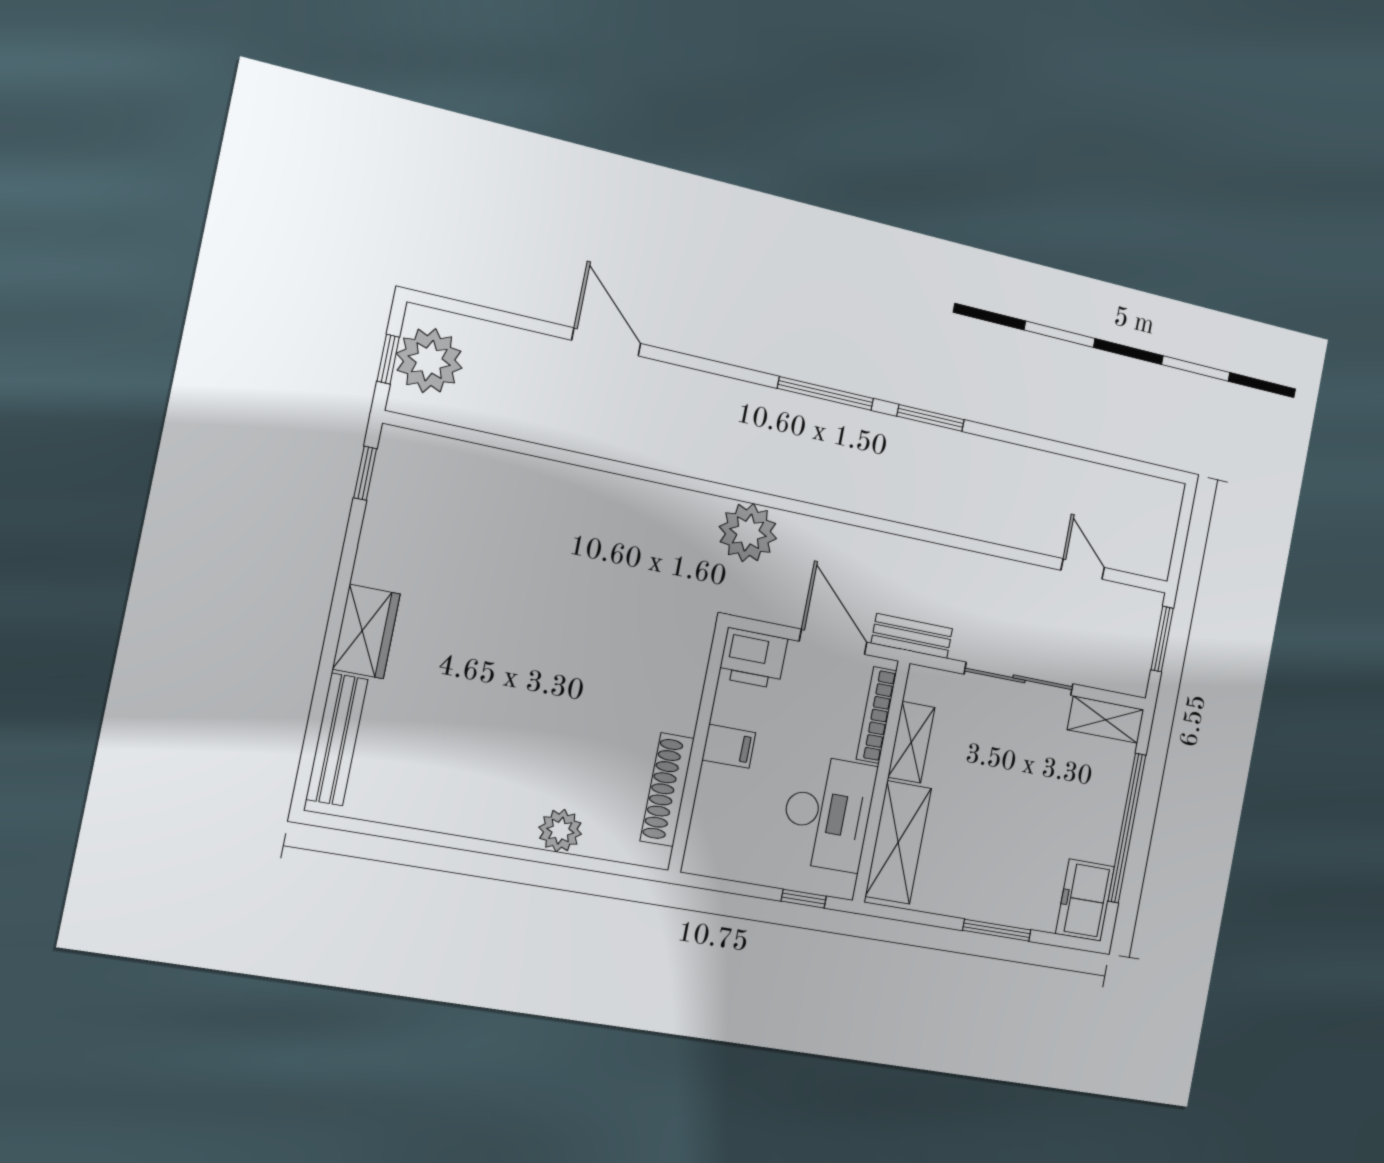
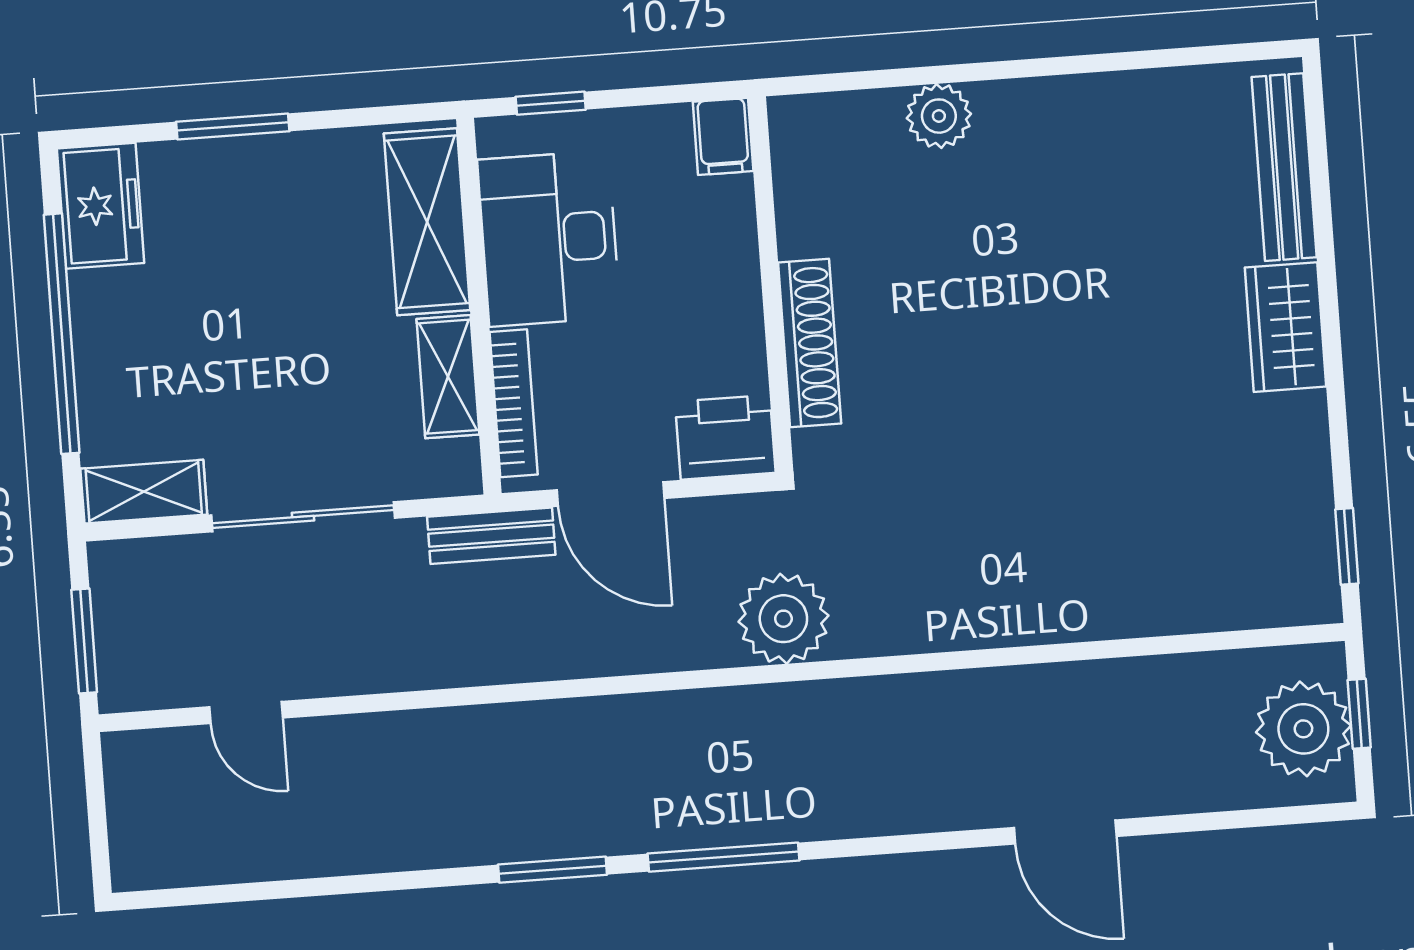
filing cabinet: (729, 746) -> (723, 136), moved, turned -90
shoe rack: (667, 790) -> (810, 343), moved

